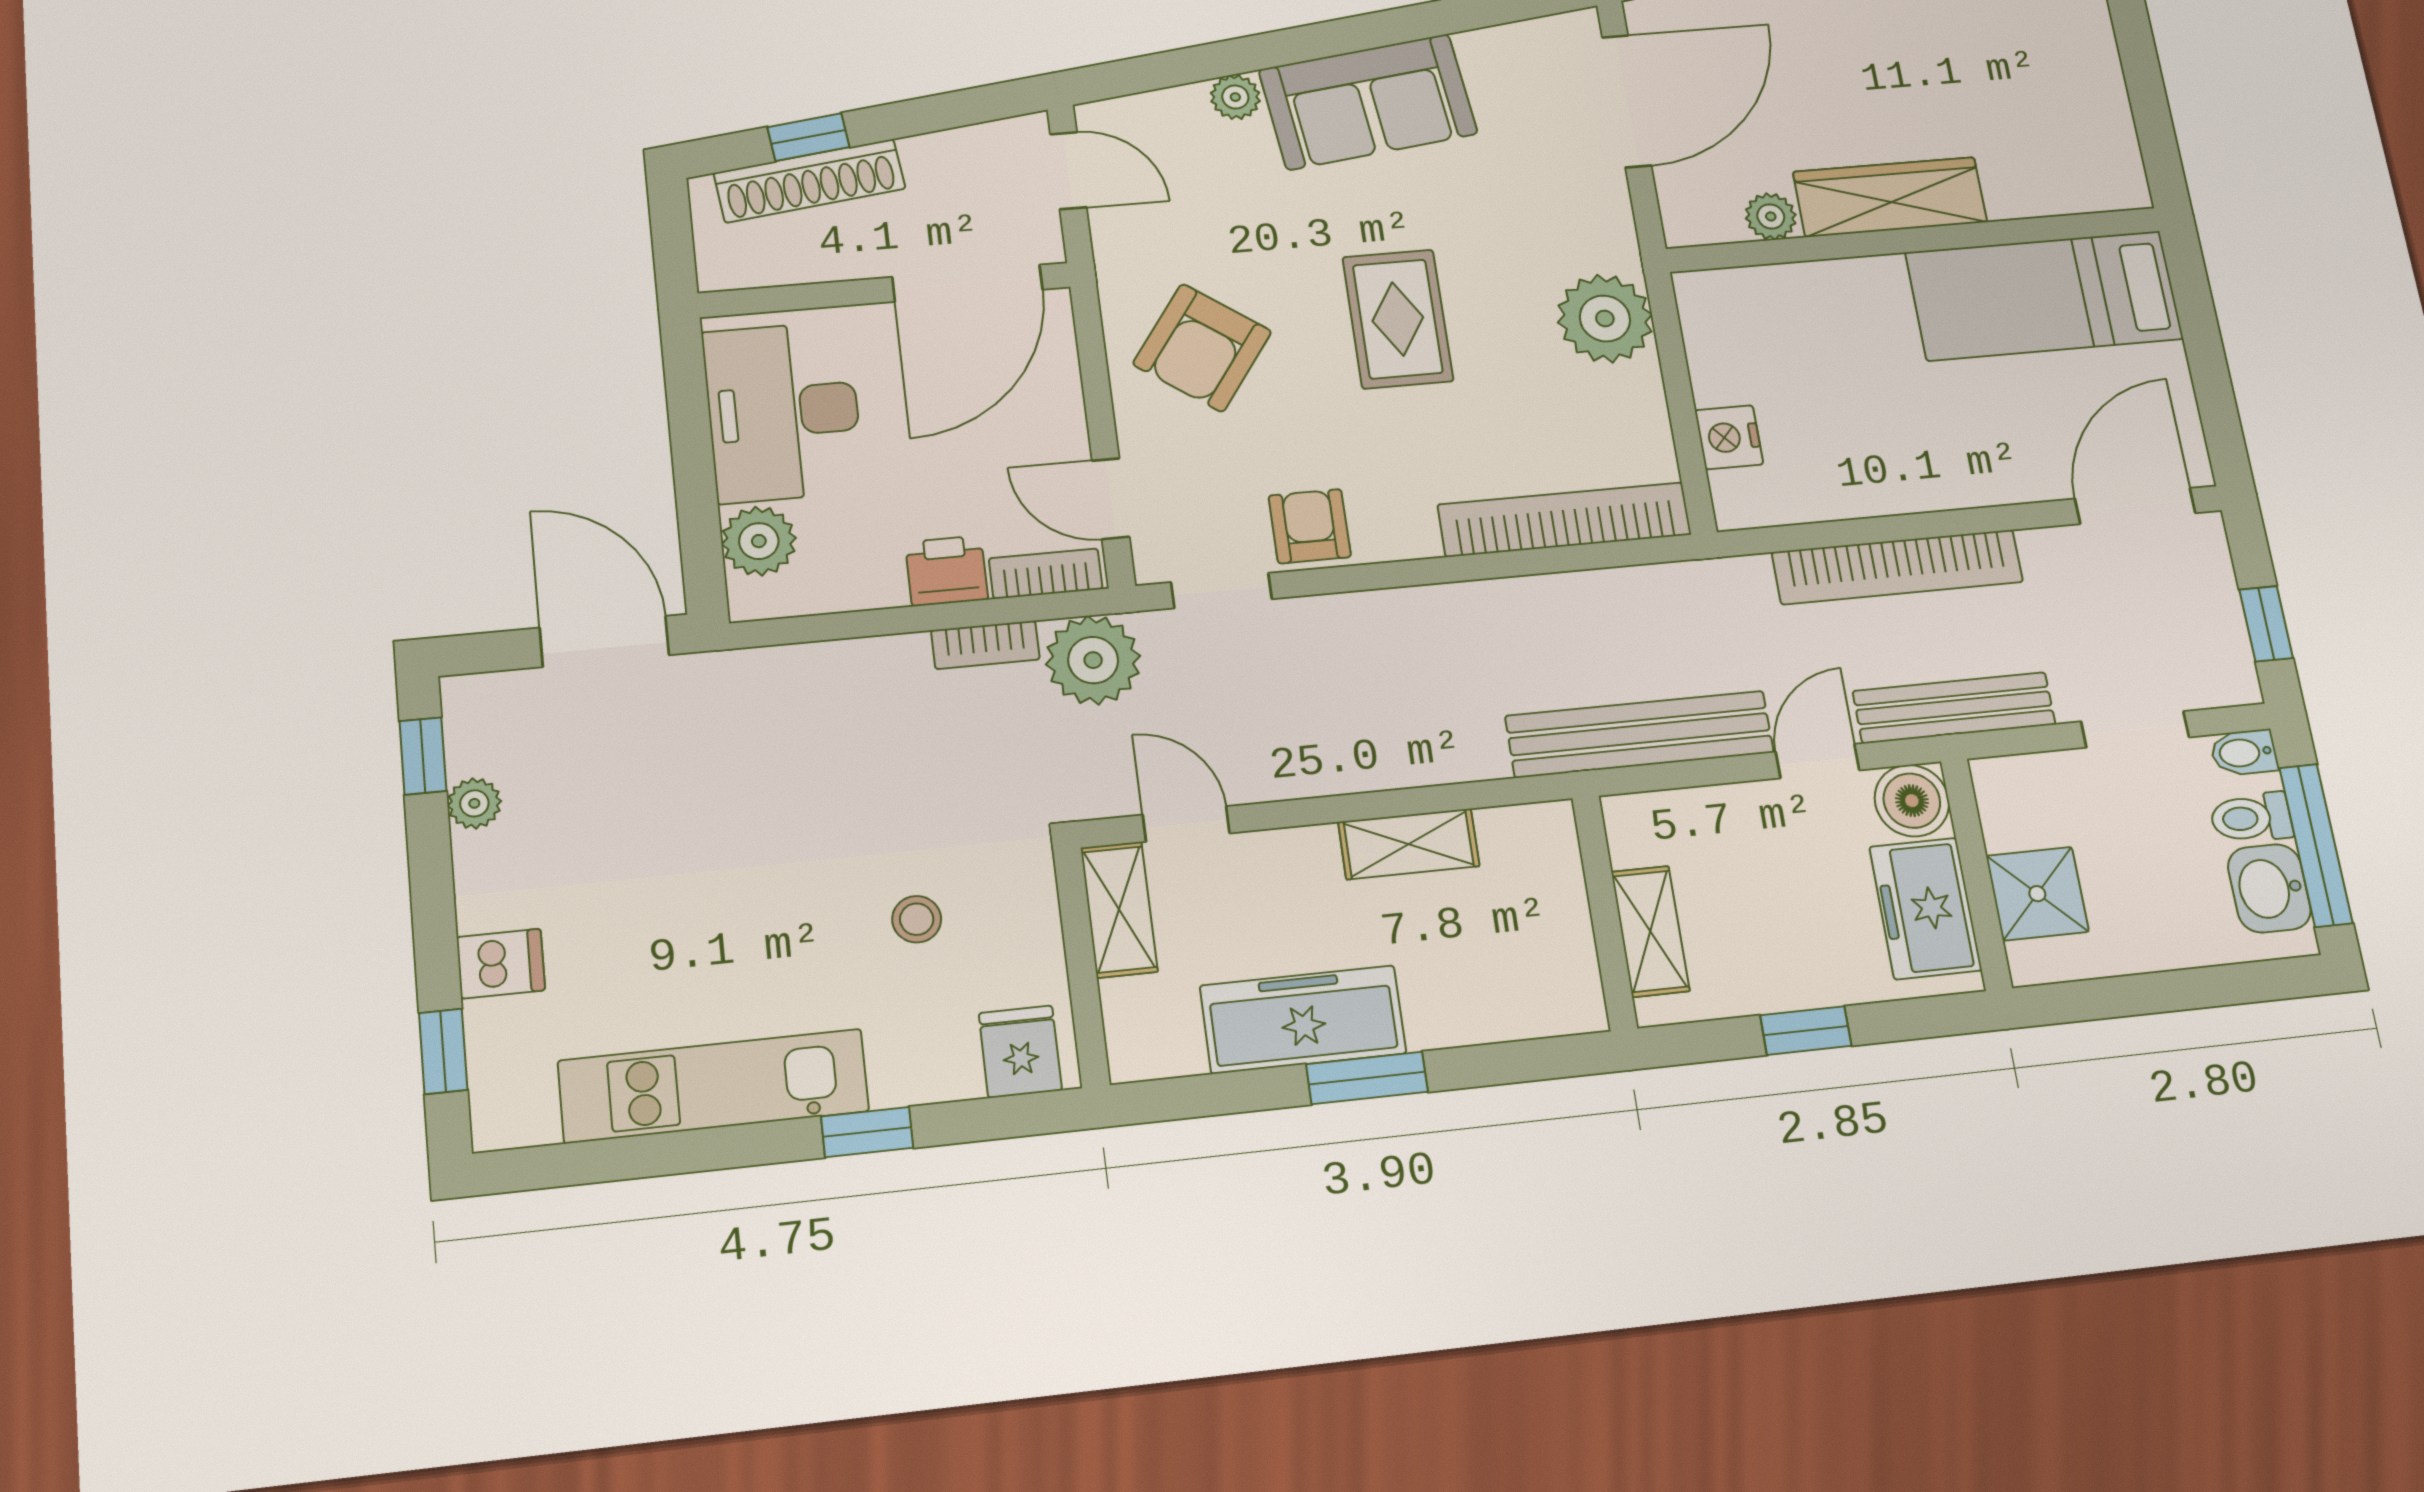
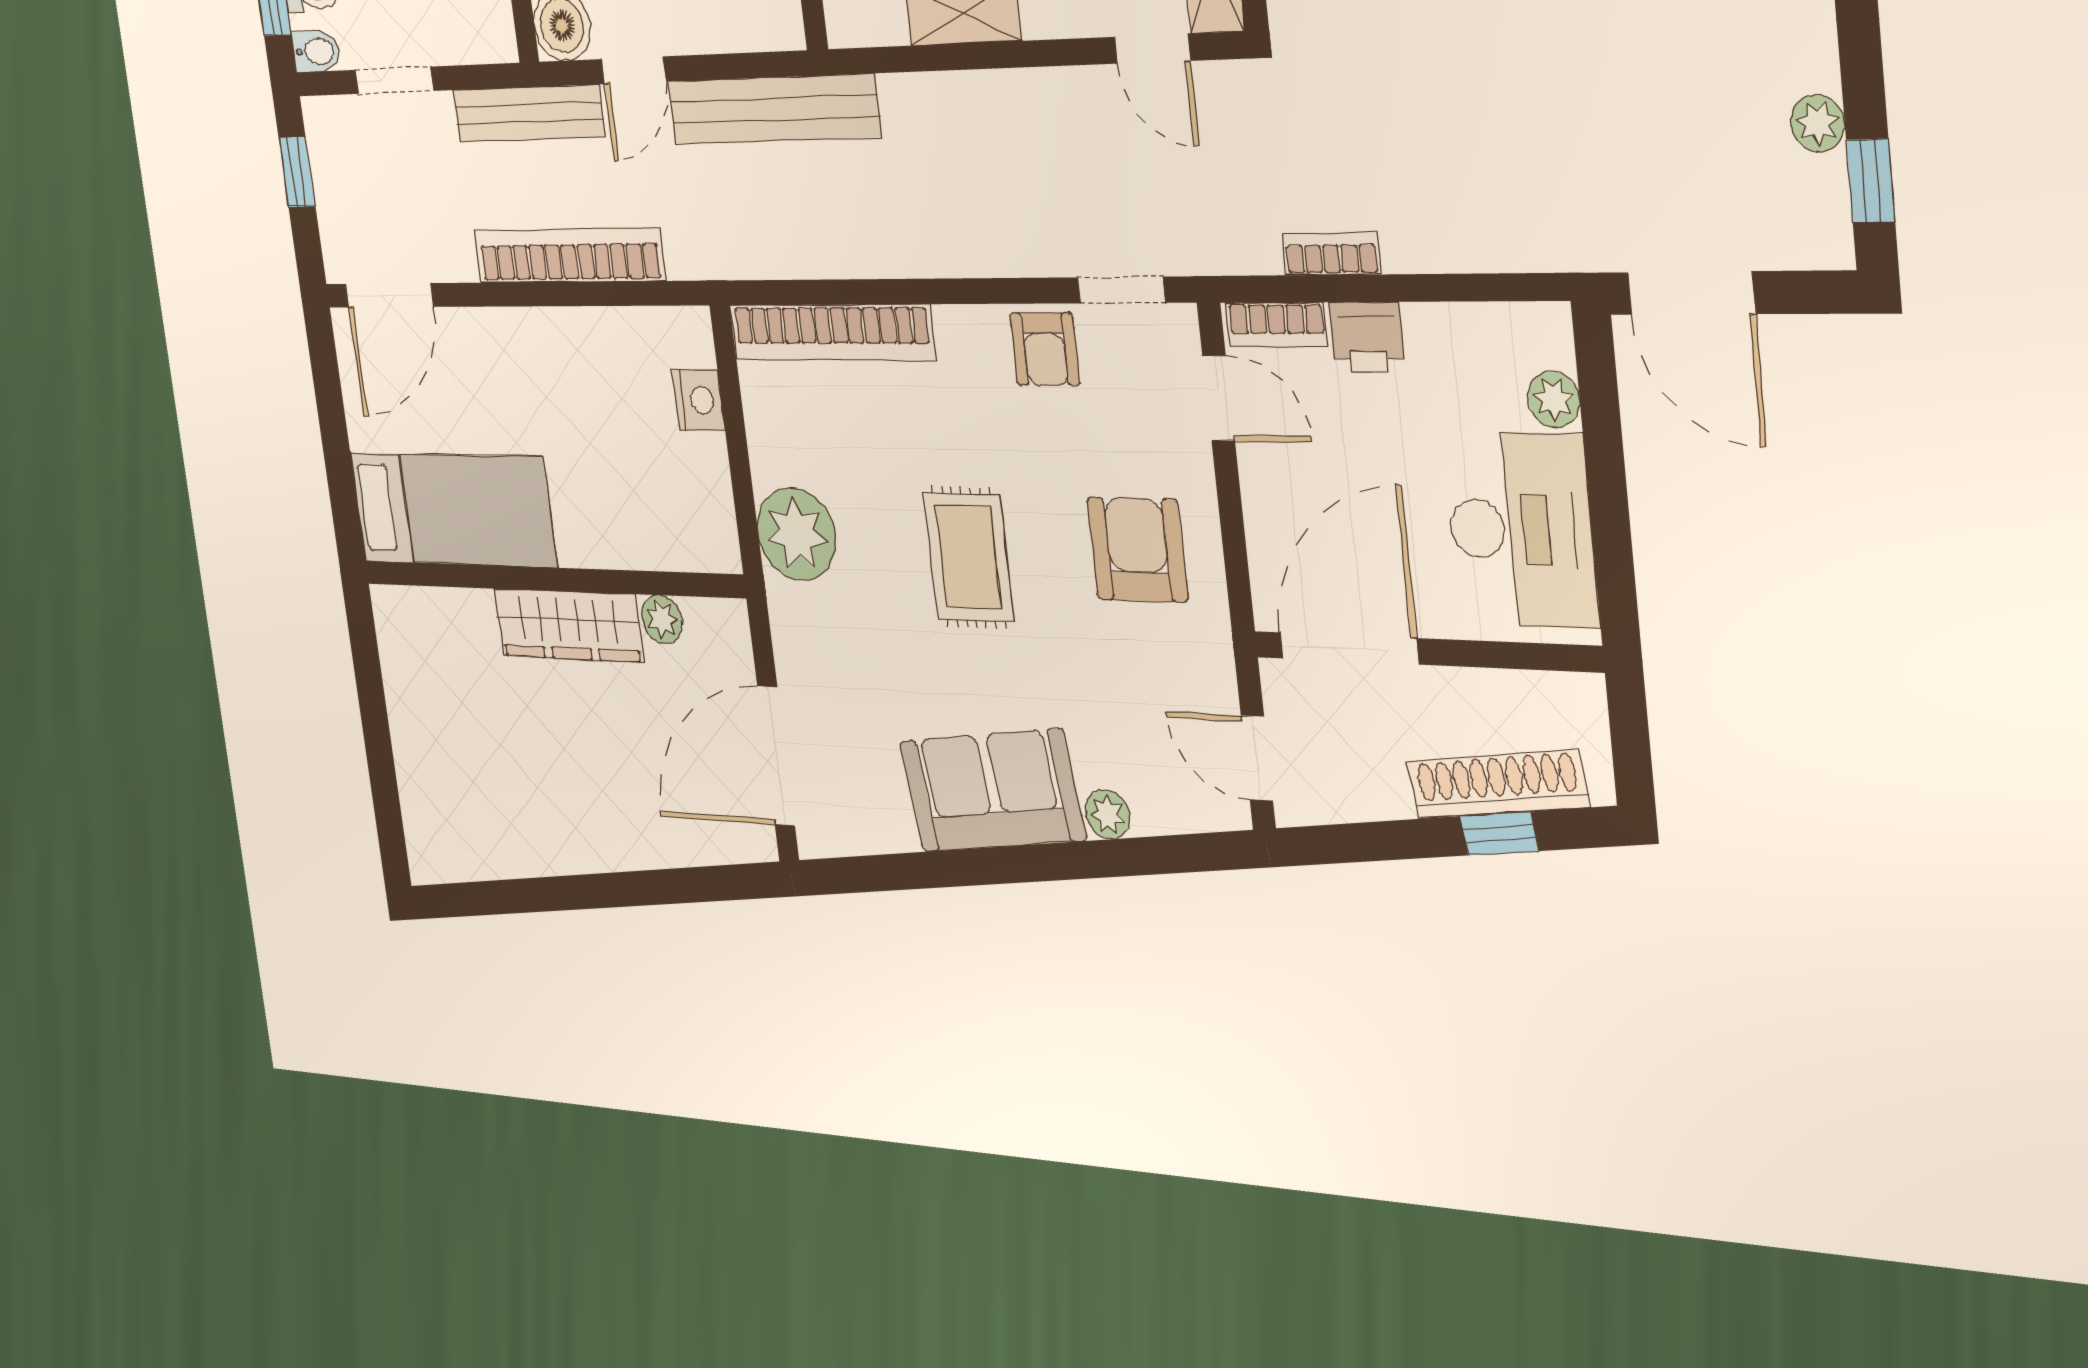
armchair: (1202, 348) -> (1137, 549), turned -36
plant: (759, 541) -> (1554, 399), width x0.73, depth x0.73
plant: (1093, 660) -> (1234, 228), removed

